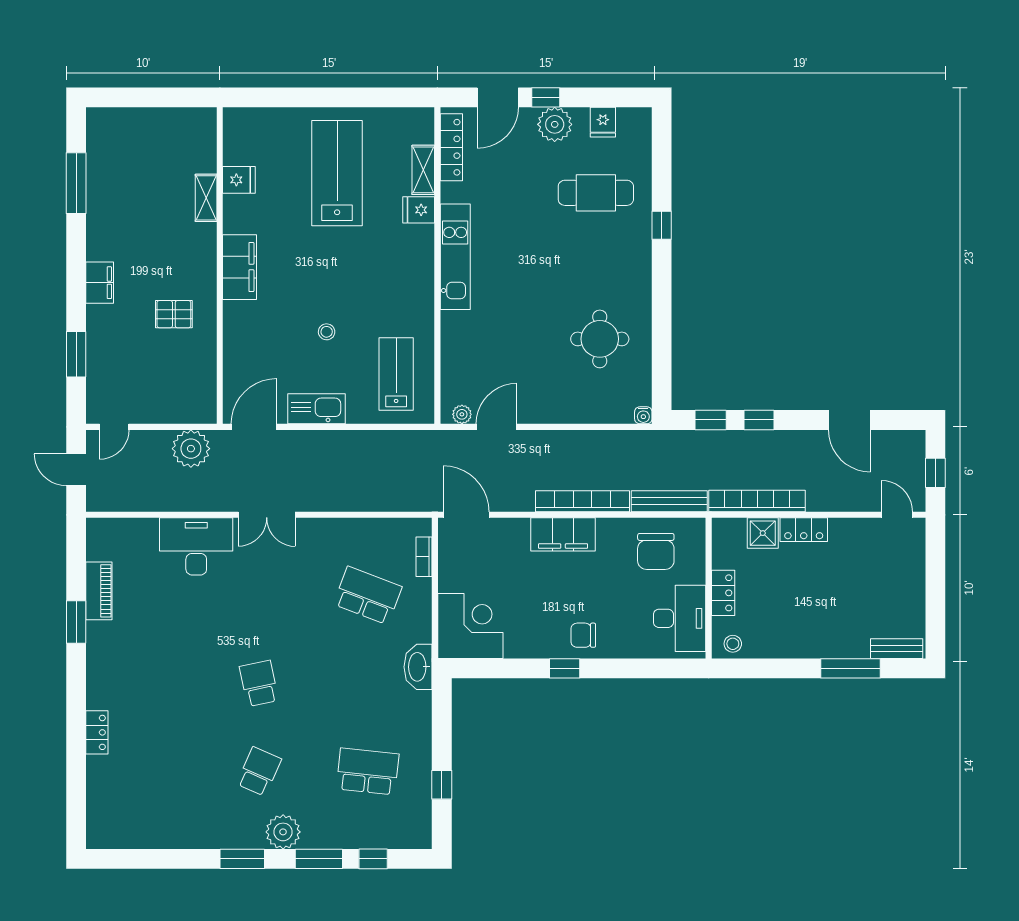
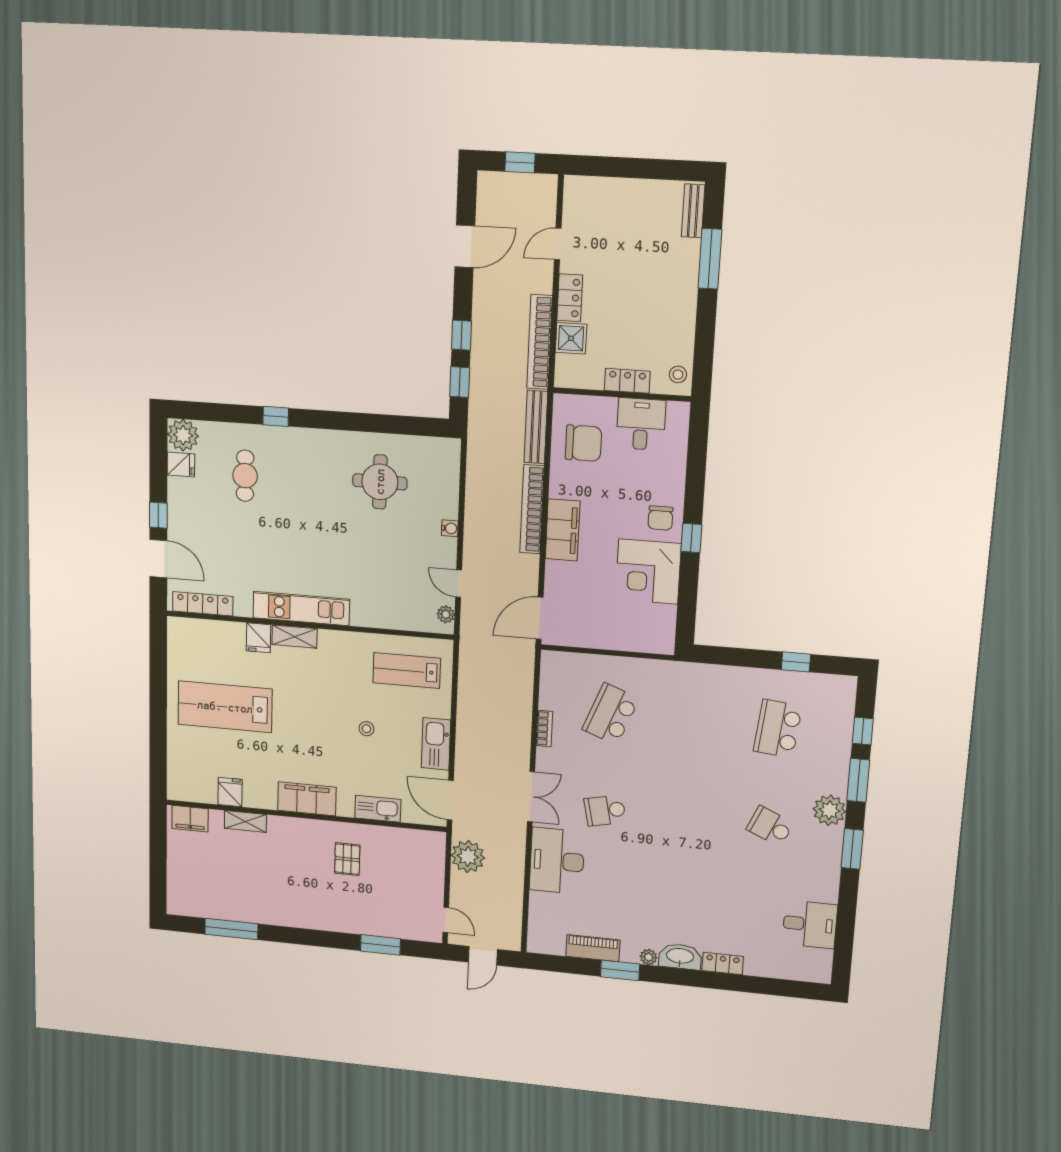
plant: (555, 124) -> (183, 435), moved
shelving: (423, 170) -> (294, 637), moved
cafe table: (596, 193) -> (245, 476), width x0.73, depth x0.74
filing cabinet: (100, 283) -> (190, 819), moved, turned 180
kitchen sink: (236, 347) -> (378, 809), added
water cooler: (643, 415) -> (450, 528), moved
door: (497, 427) -> (459, 584), width x0.73
door: (897, 515) -> (558, 244), moved
bookcase: (424, 557) -> (544, 729), moved, turned -90
desk: (680, 618) -> (641, 424), width x0.73
corner desk: (470, 626) -> (648, 572), moved, turned -90
plant: (95, 652) -> (649, 957), added
washbasin: (418, 667) -> (680, 957), moved, turned 180
school desk: (259, 683) -> (605, 811), moved
desk: (152, 822) -> (810, 924), added

